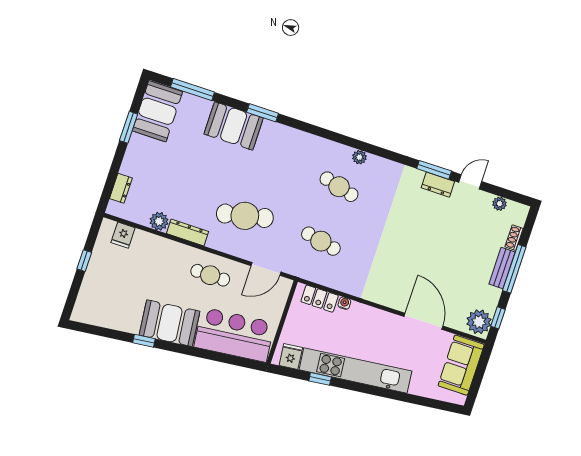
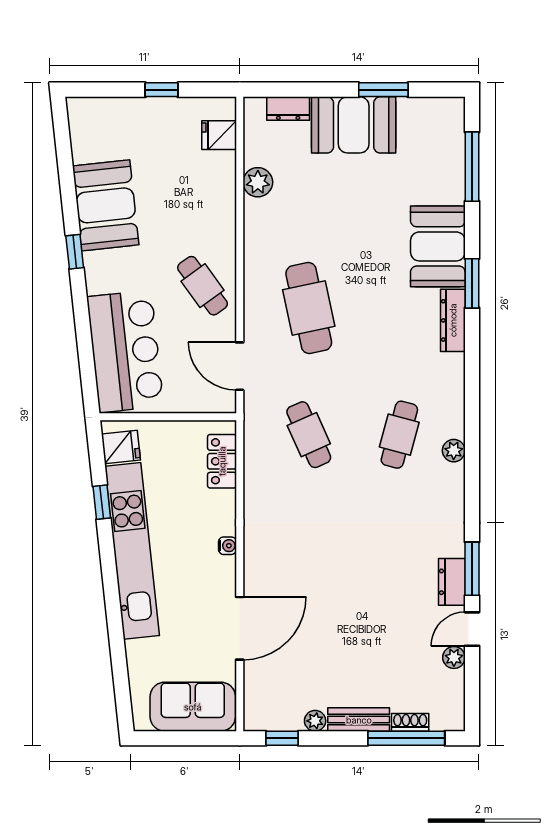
booth: (157, 111) -> (354, 125), moved
door: (470, 182) -> (472, 629), swing flipped
plant: (500, 204) -> (454, 657), moved
dresser: (188, 232) -> (453, 320), moved, turned 180
cafe table: (321, 241) -> (309, 435), turned -36
window: (514, 269) -> (406, 738), moved
cafe table: (210, 275) -> (202, 286), turned -36
water cooler: (344, 303) -> (227, 546), moved
plant: (479, 322) -> (315, 721), moved, width x0.53, depth x0.53
booth: (170, 323) -> (106, 205), moved
window: (144, 341) -> (75, 252), moved

